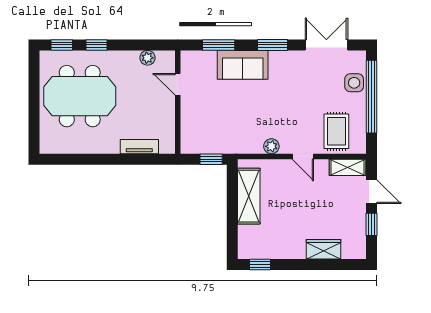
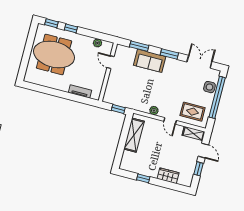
rug: (336, 131) -> (193, 112), turned 90
window: (260, 265) -> (143, 178), moved

